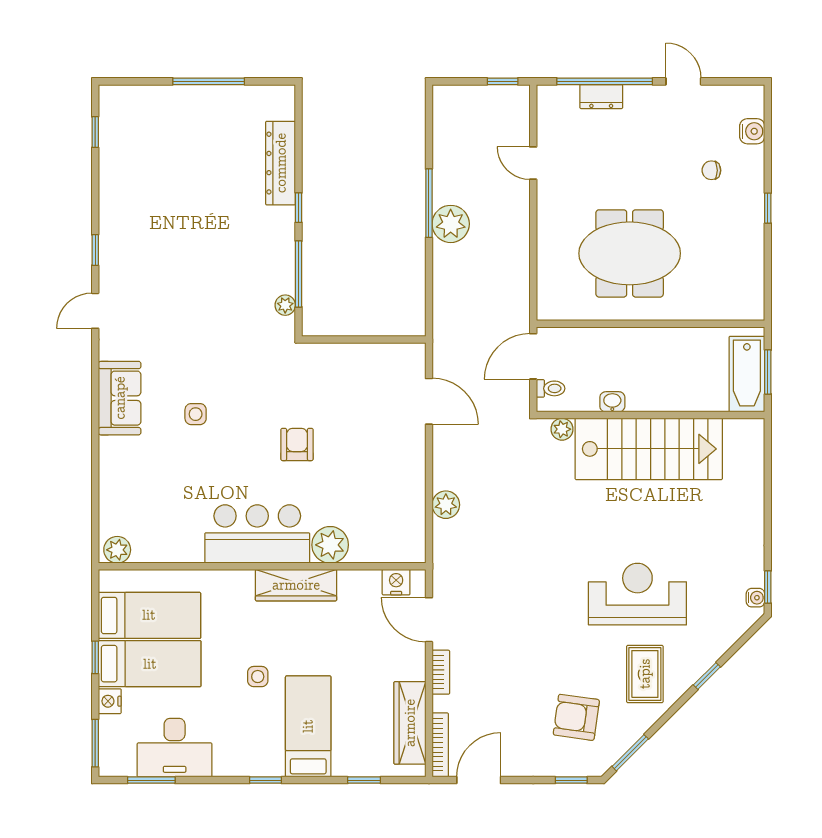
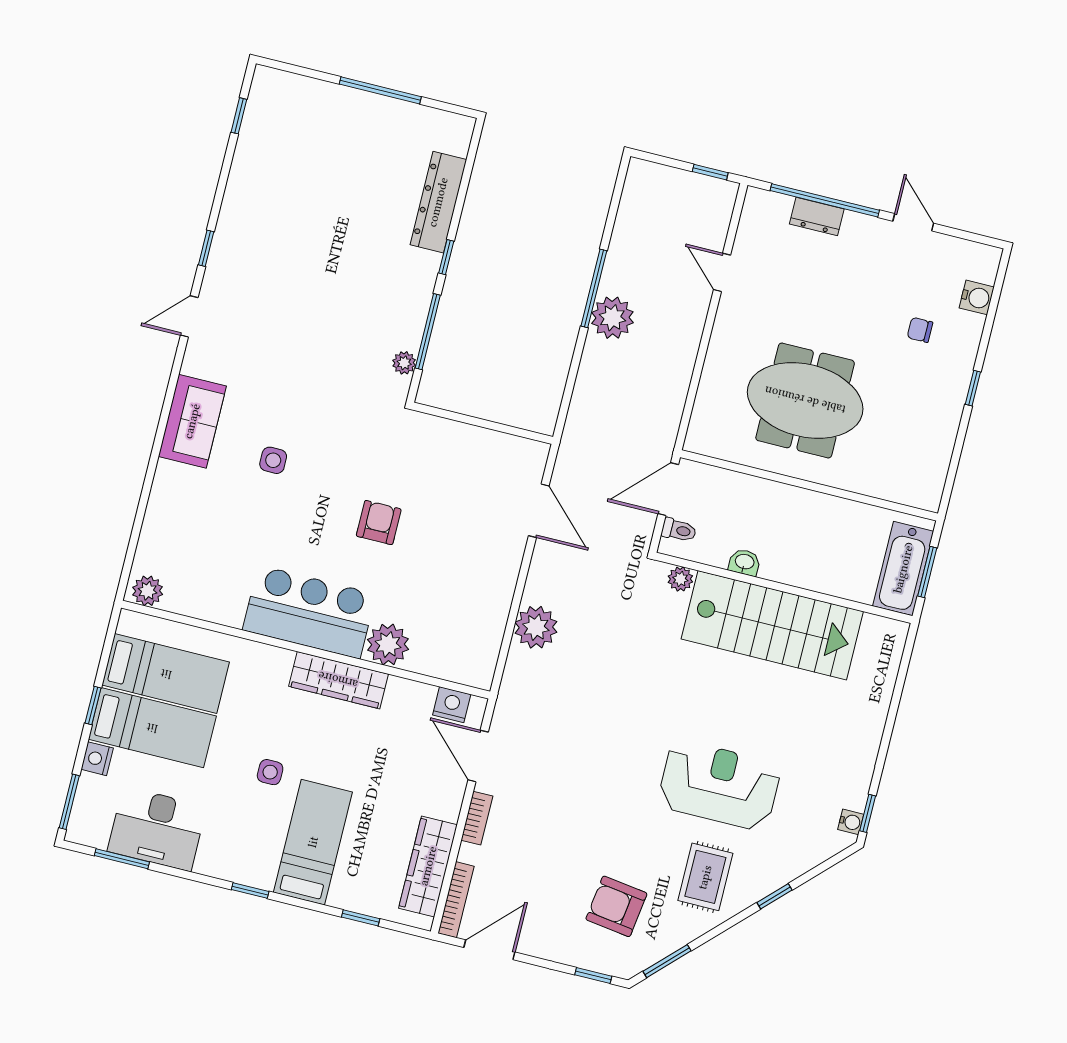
plant: (446, 505) -> (536, 627), width x1.36, depth x1.36

